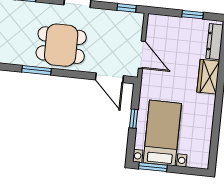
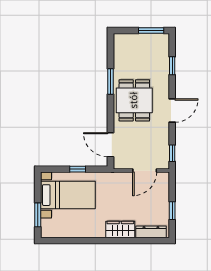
door: (142, 55) -> (145, 171), moved
door: (109, 78) -> (111, 145), hinge flipped
window: (153, 167) -> (38, 215), moved

